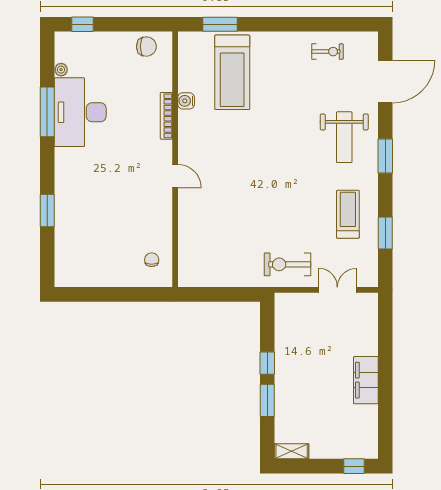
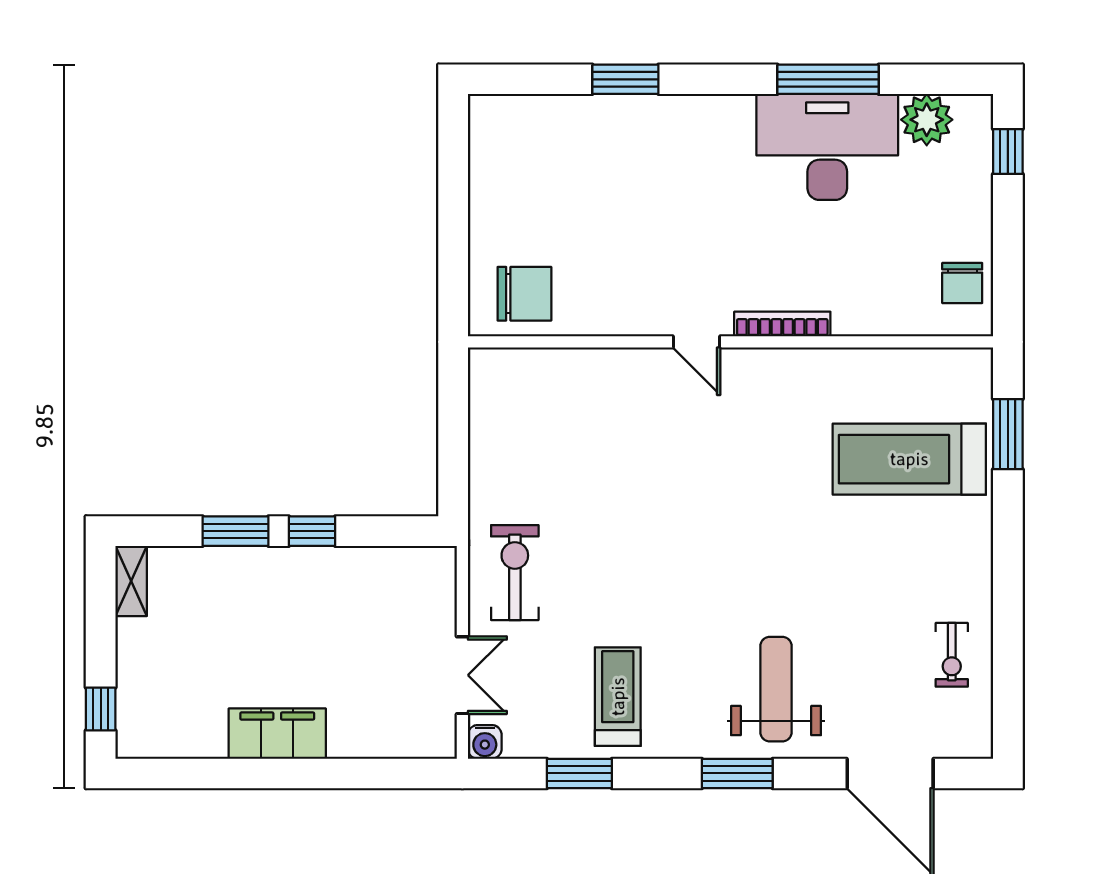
plant: (61, 70) -> (927, 120), width x1.88, depth x1.88
water cooler: (186, 101) -> (485, 742), moved, turned 180
bookcase: (166, 116) -> (782, 324), moved
weight bench: (344, 137) -> (776, 689), turned 90
door: (175, 176) -> (696, 342), hinge flipped
treadmill: (348, 214) -> (618, 697), turned -90
chair: (152, 260) -> (524, 294), width x1.87, depth x1.87

